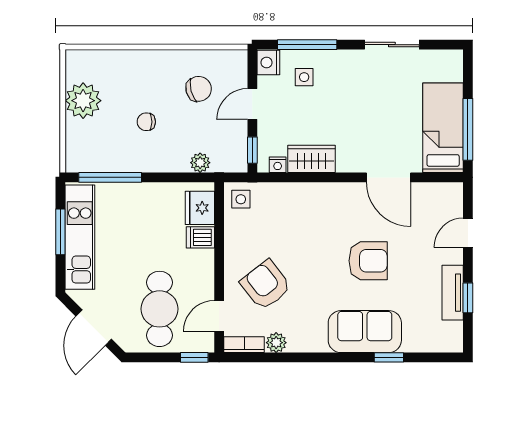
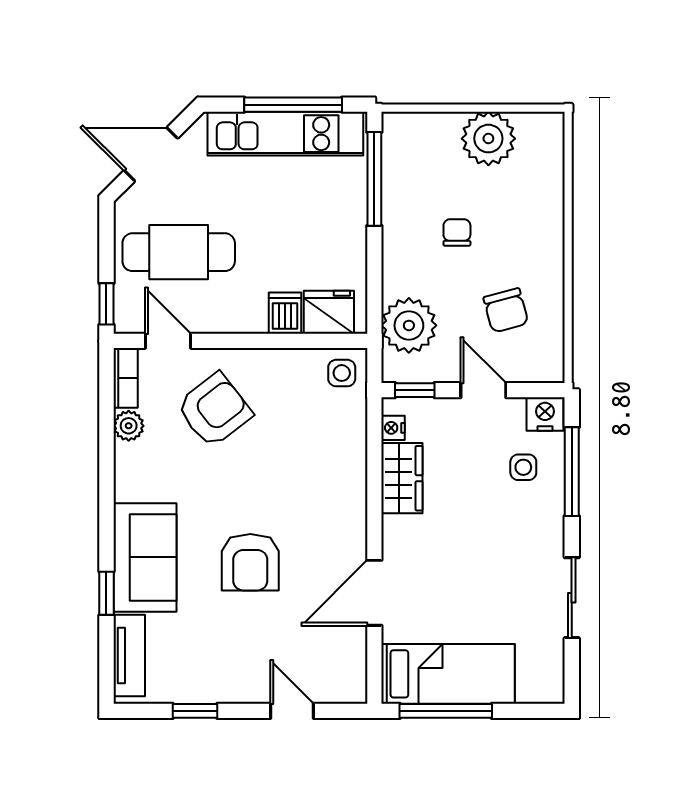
plant: (200, 163) -> (409, 325), width x1.87, depth x1.87
window: (60, 232) -> (293, 105), width x1.44
tv unit: (453, 293) -> (129, 656), moved, turned 90

